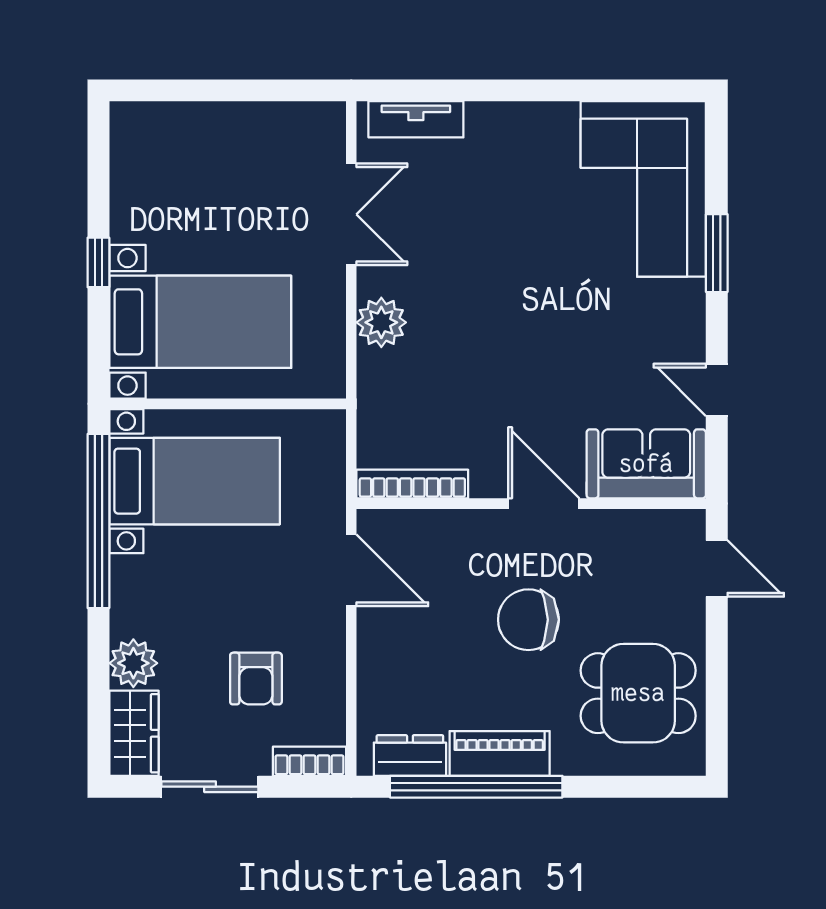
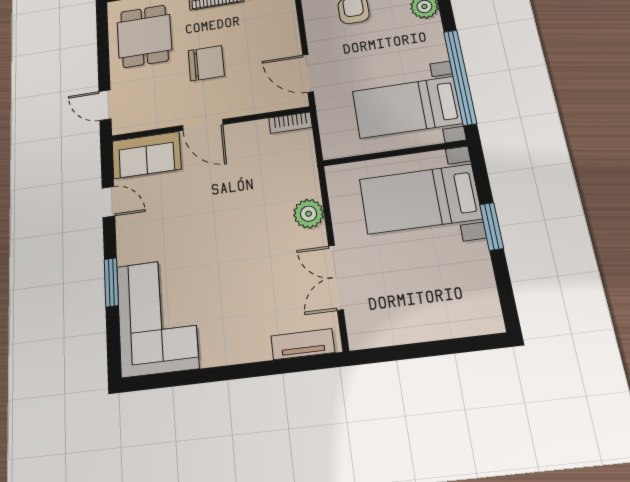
window: (98, 262) -> (492, 226), width x1.50
bookcase: (412, 484) -> (290, 123), width x0.64
dining table: (638, 693) -> (144, 36), turned 90

